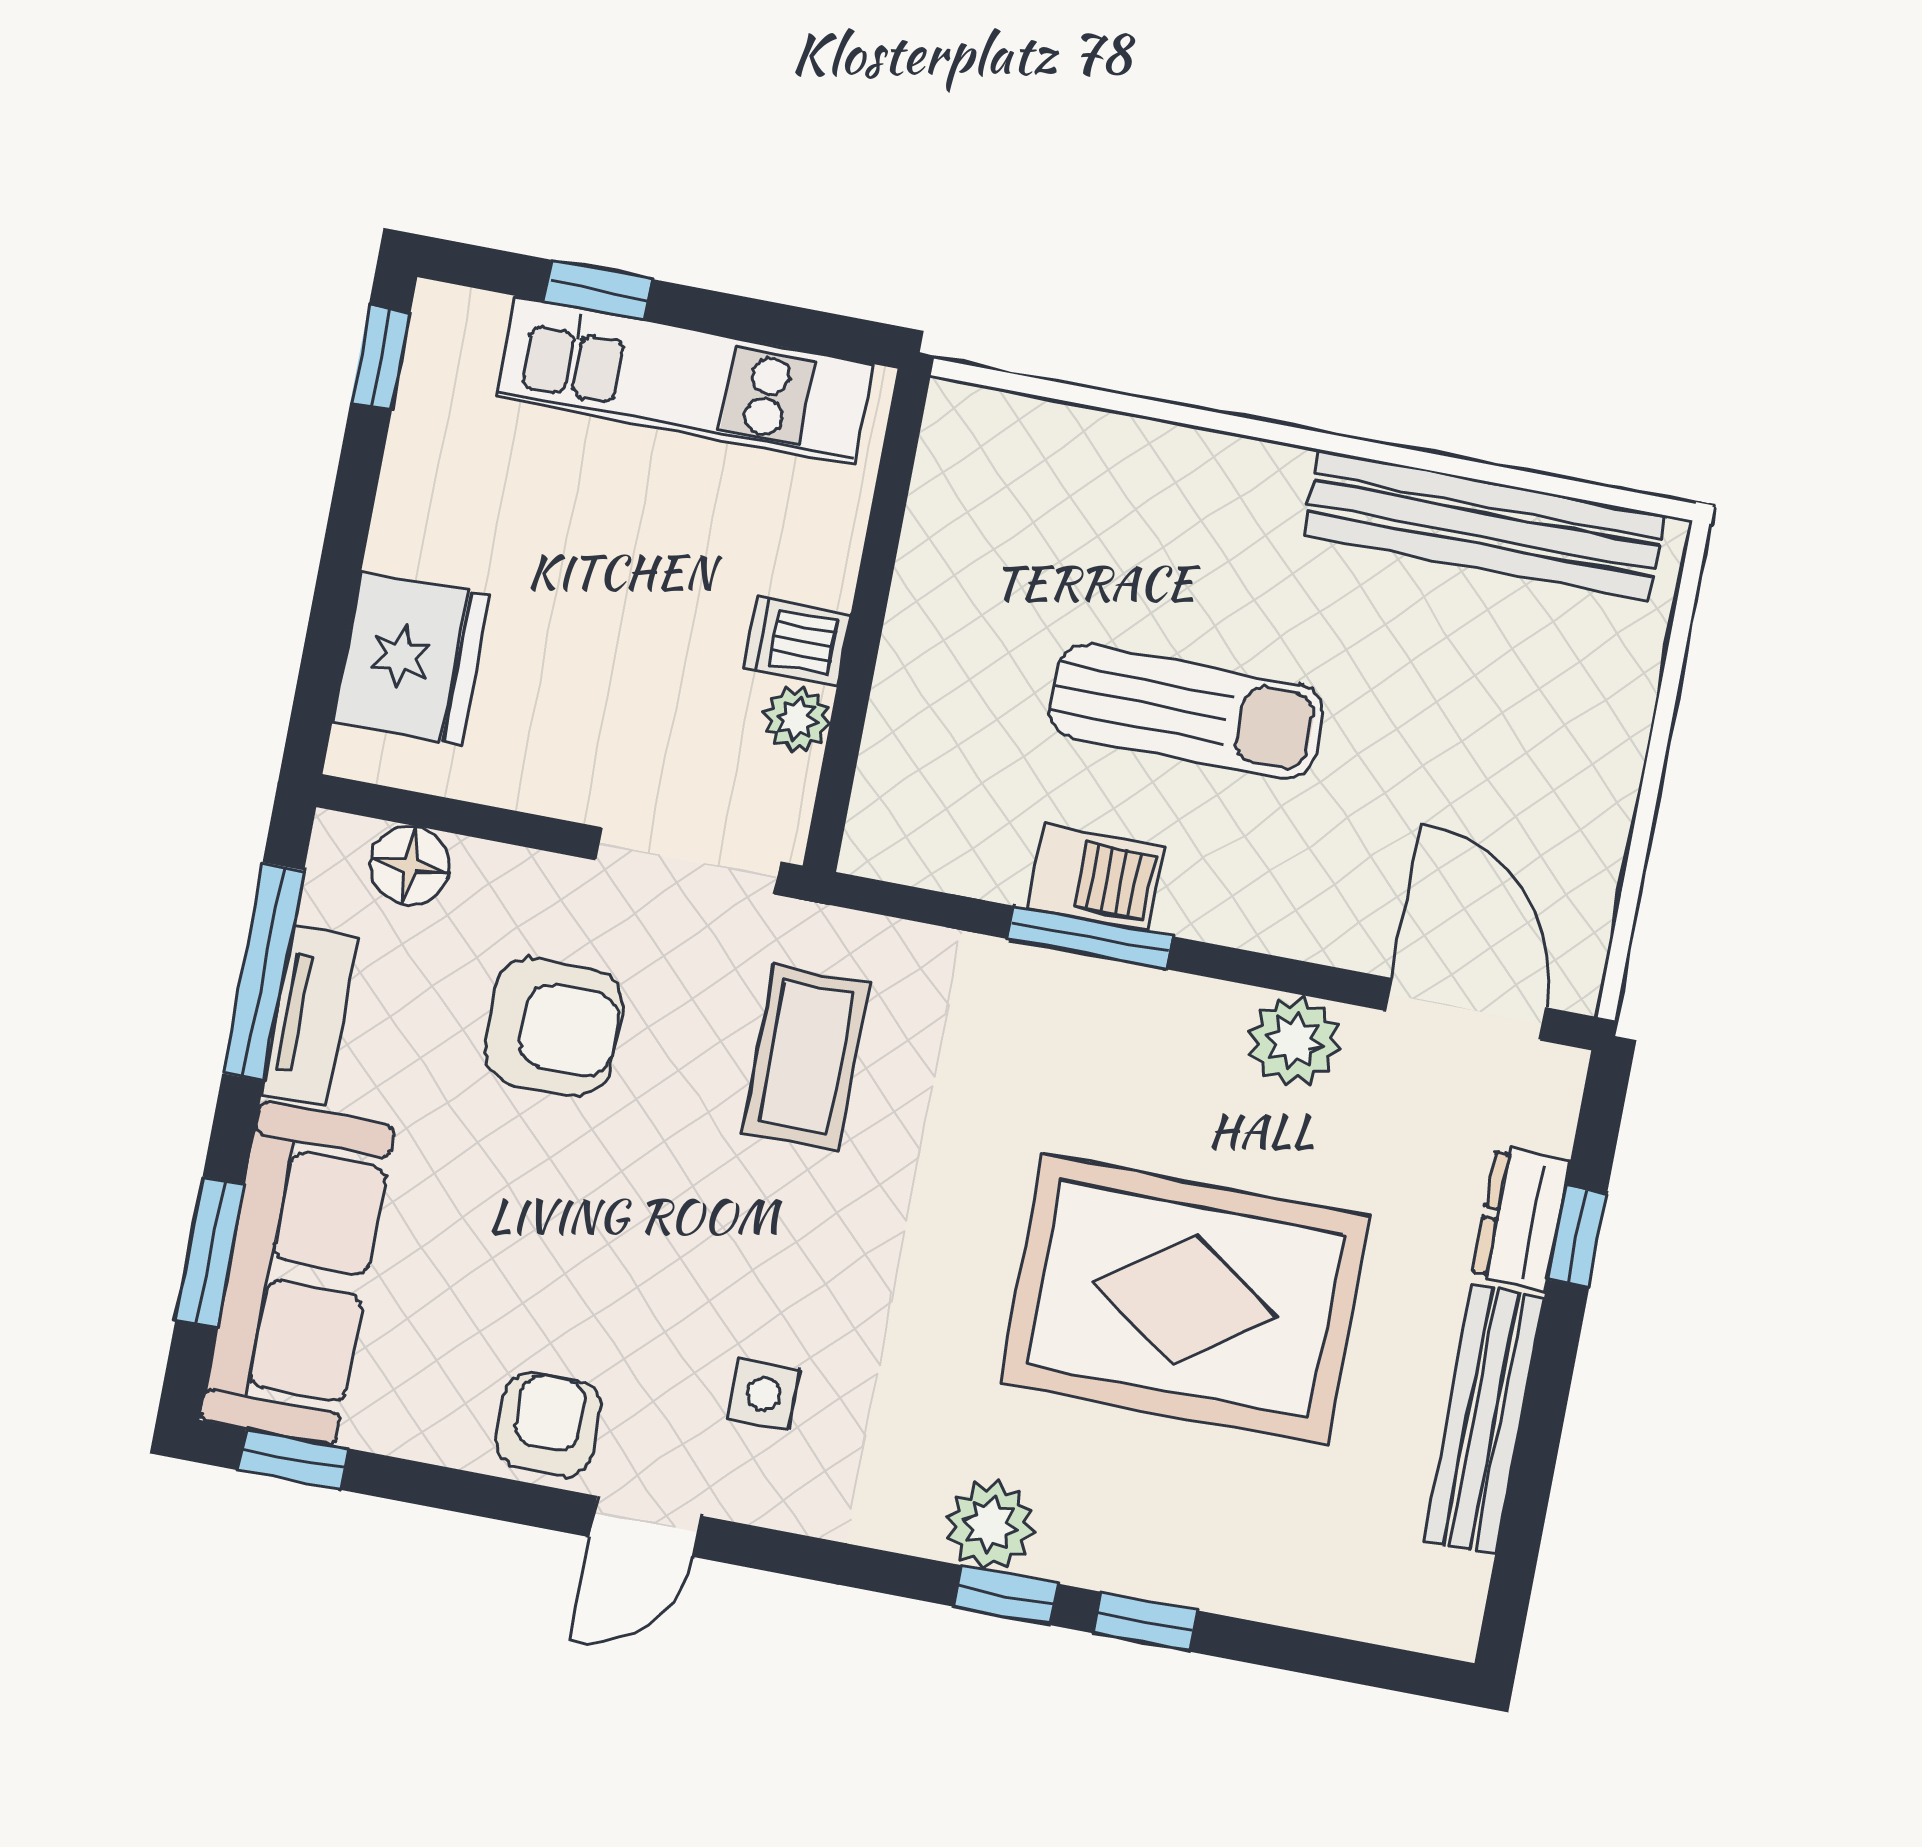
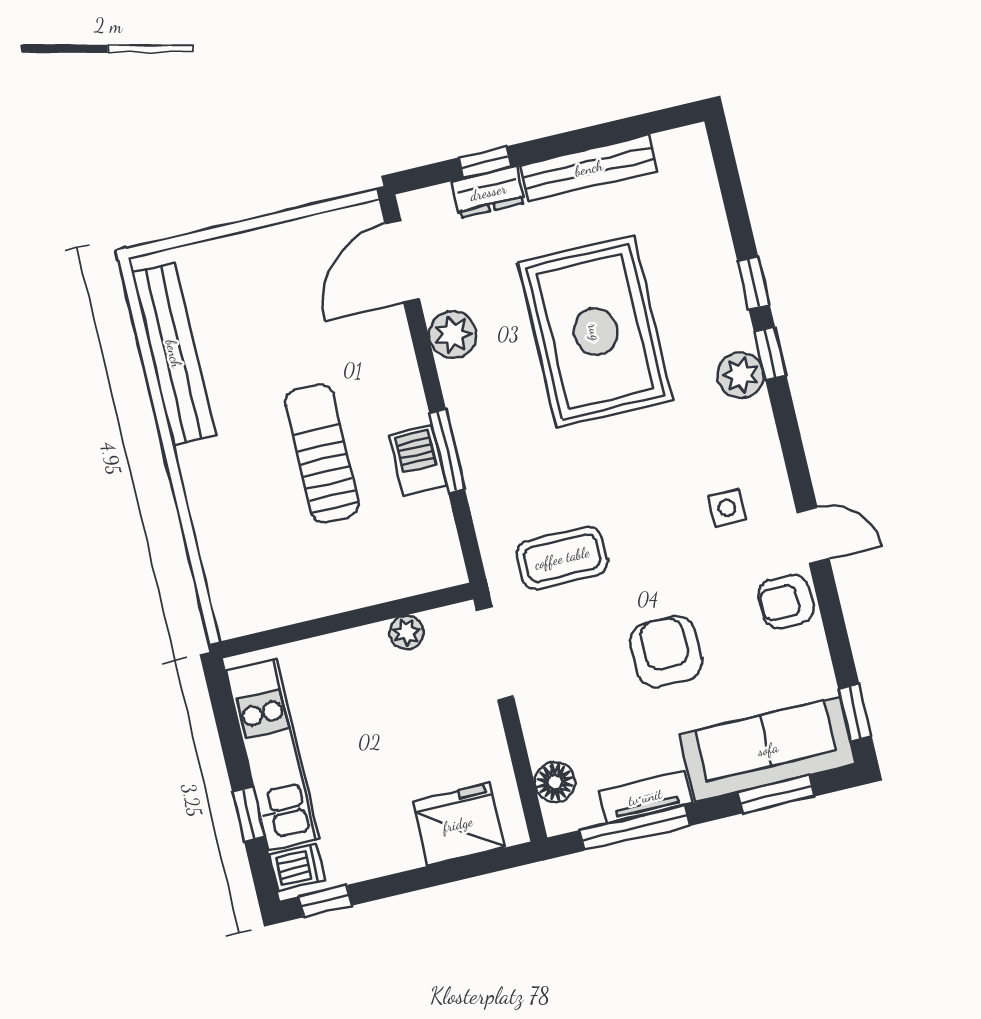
dishwasher: (797, 641) -> (297, 867), moved, turned -90
armchair: (554, 1027) -> (666, 652), moved

